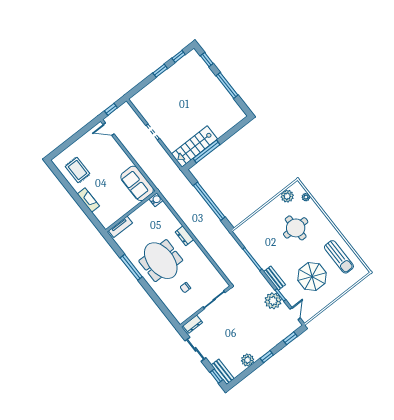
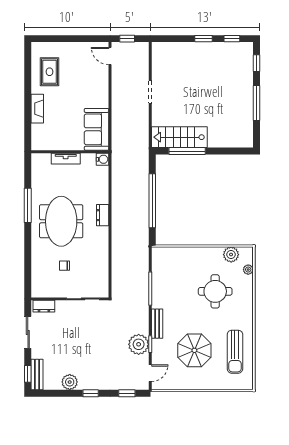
tv unit: (120, 227) -> (66, 159), moved

